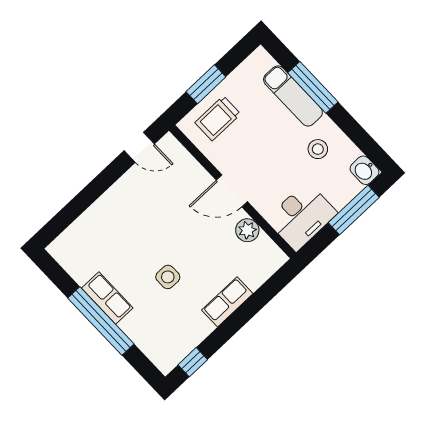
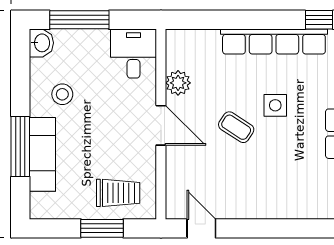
desk: (302, 216) -> (134, 53), width x0.73
coffee table: (180, 237) -> (236, 127), added
row of seats: (227, 302) -> (274, 41), width x2.02

